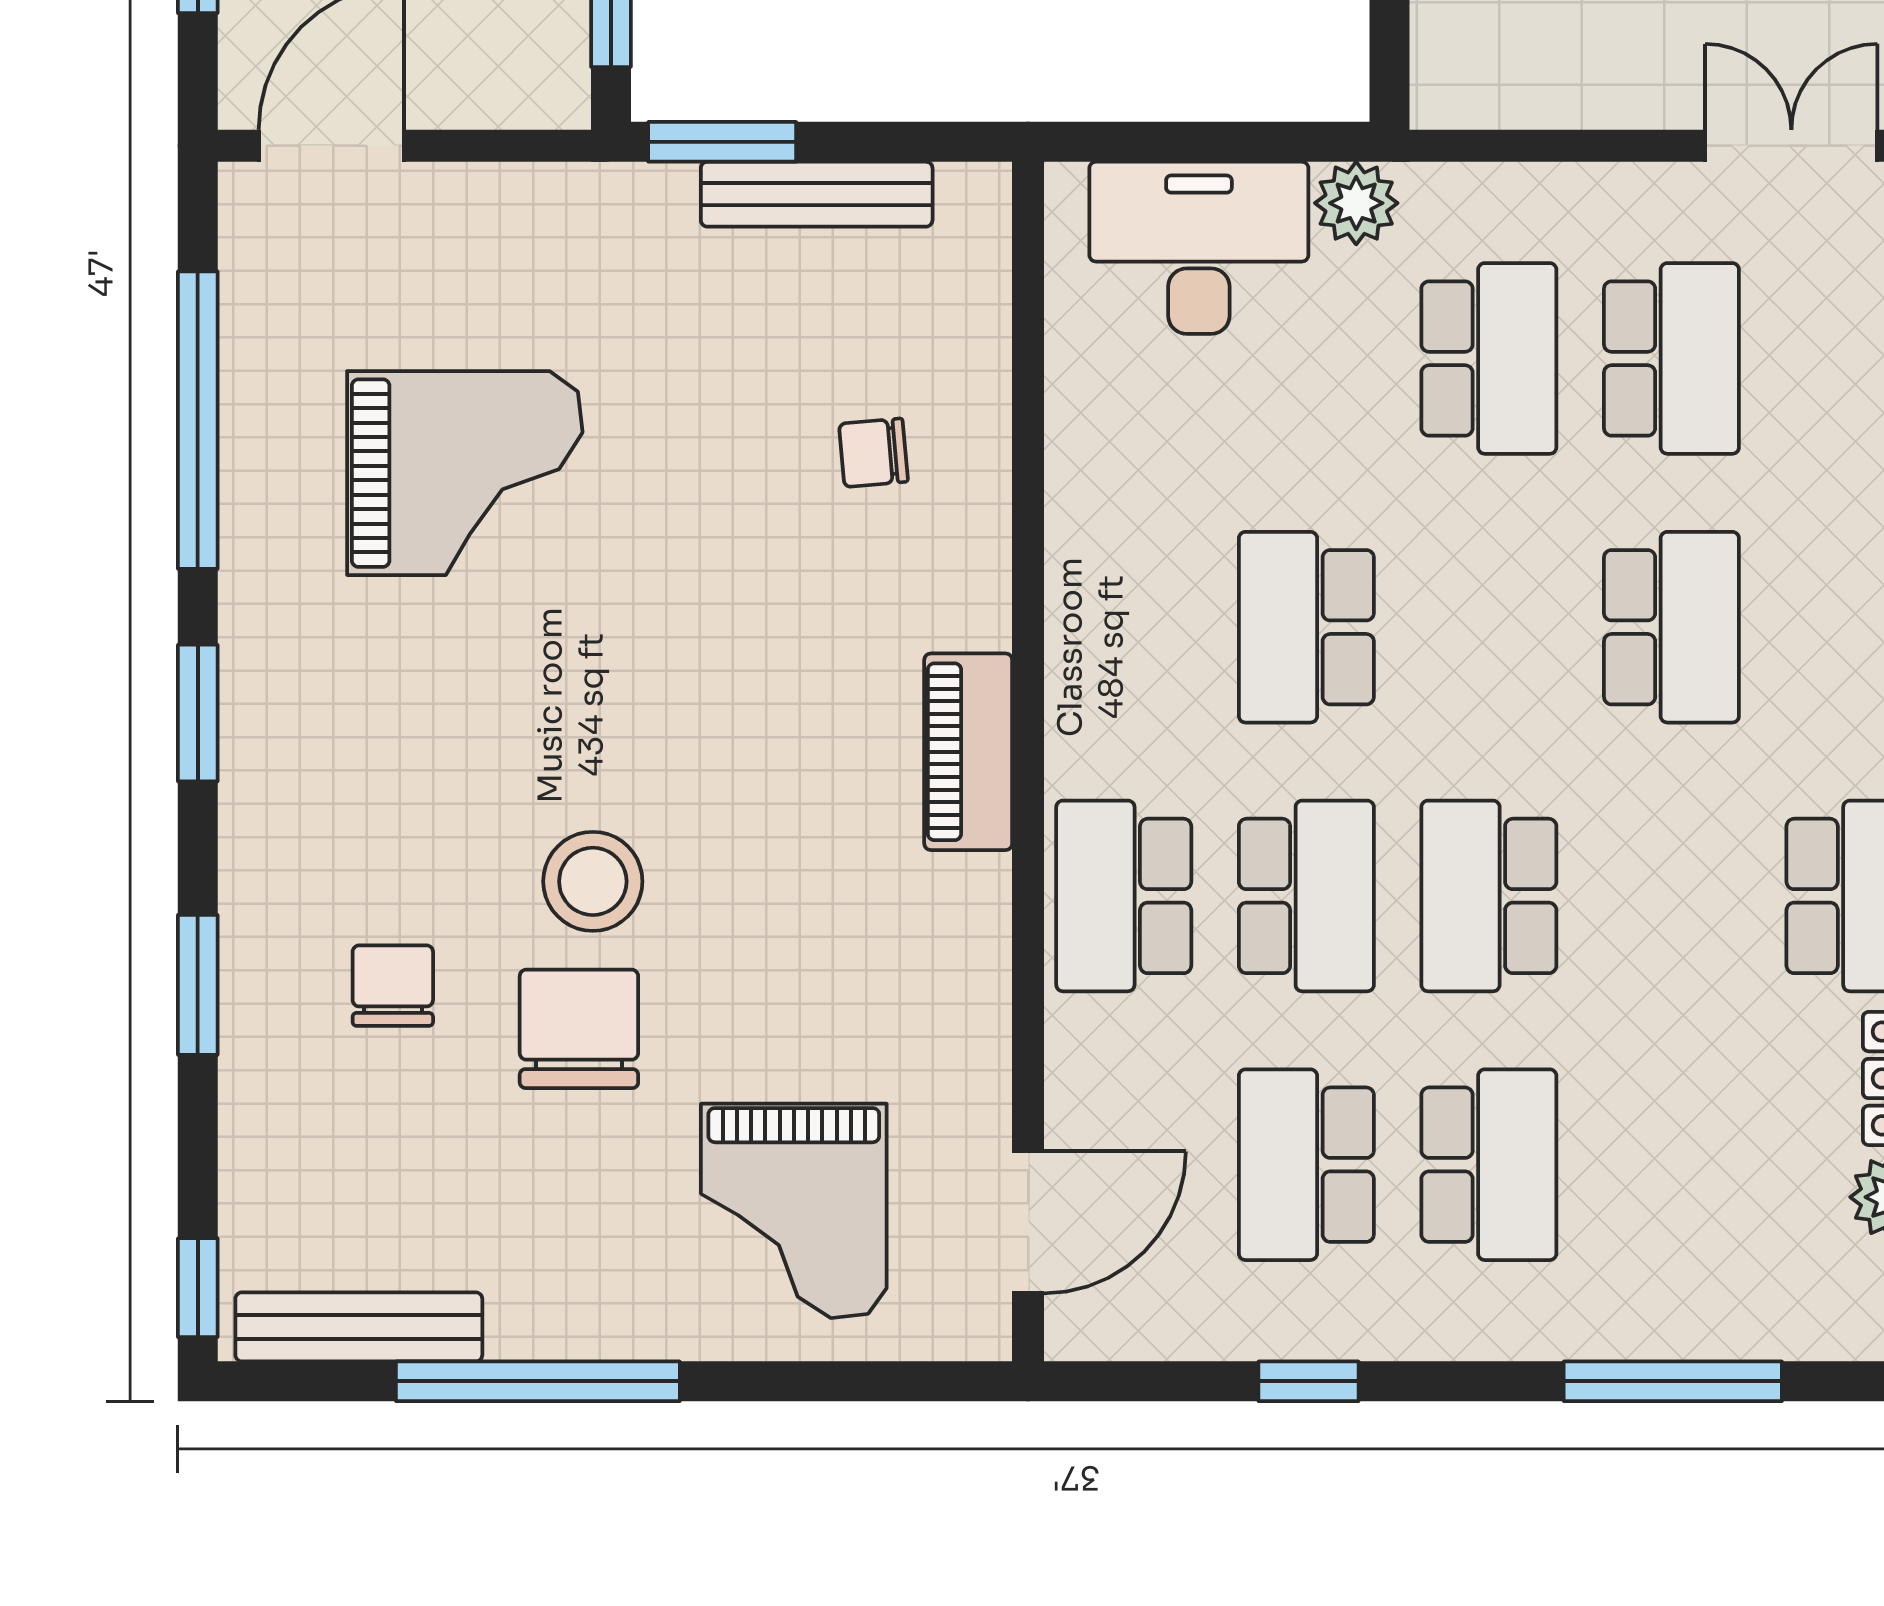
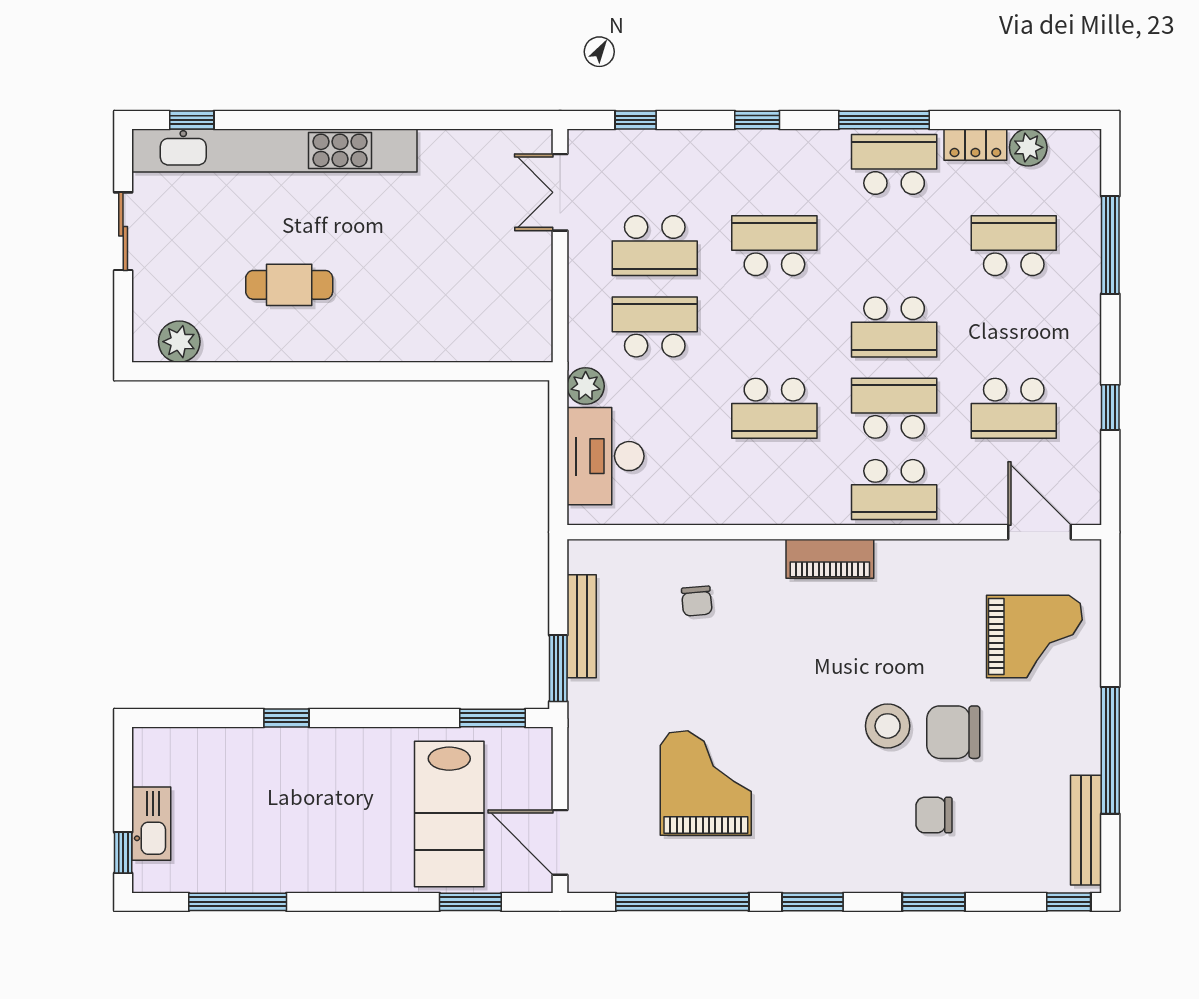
school desk: (1671, 358) -> (655, 246), turned 180
school desk: (1489, 1165) -> (1014, 246), moved

